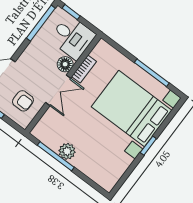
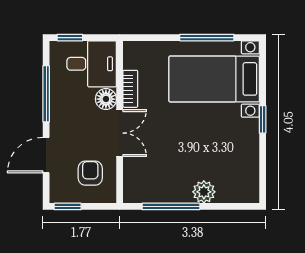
window: (41, 23) -> (46, 94), moved
armchair: (23, 101) -> (90, 173), turned -90
bed with nightstands: (132, 109) -> (214, 79), width x0.73
plant: (67, 151) -> (204, 192), moved

